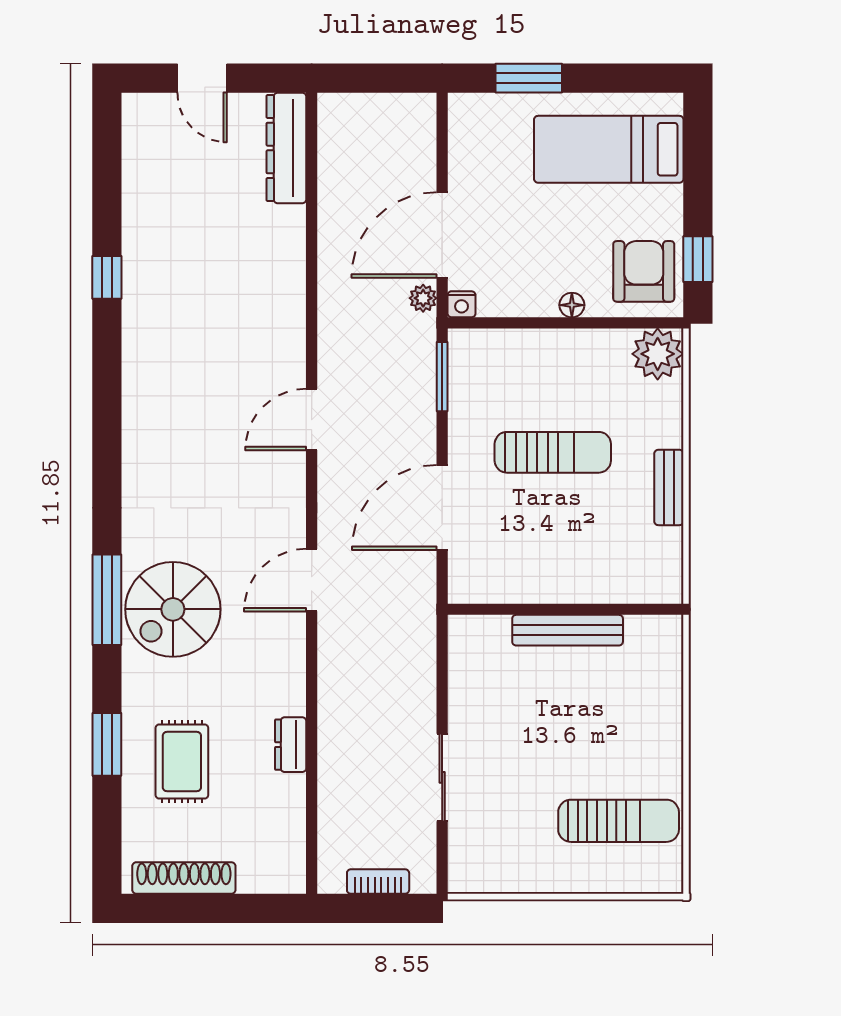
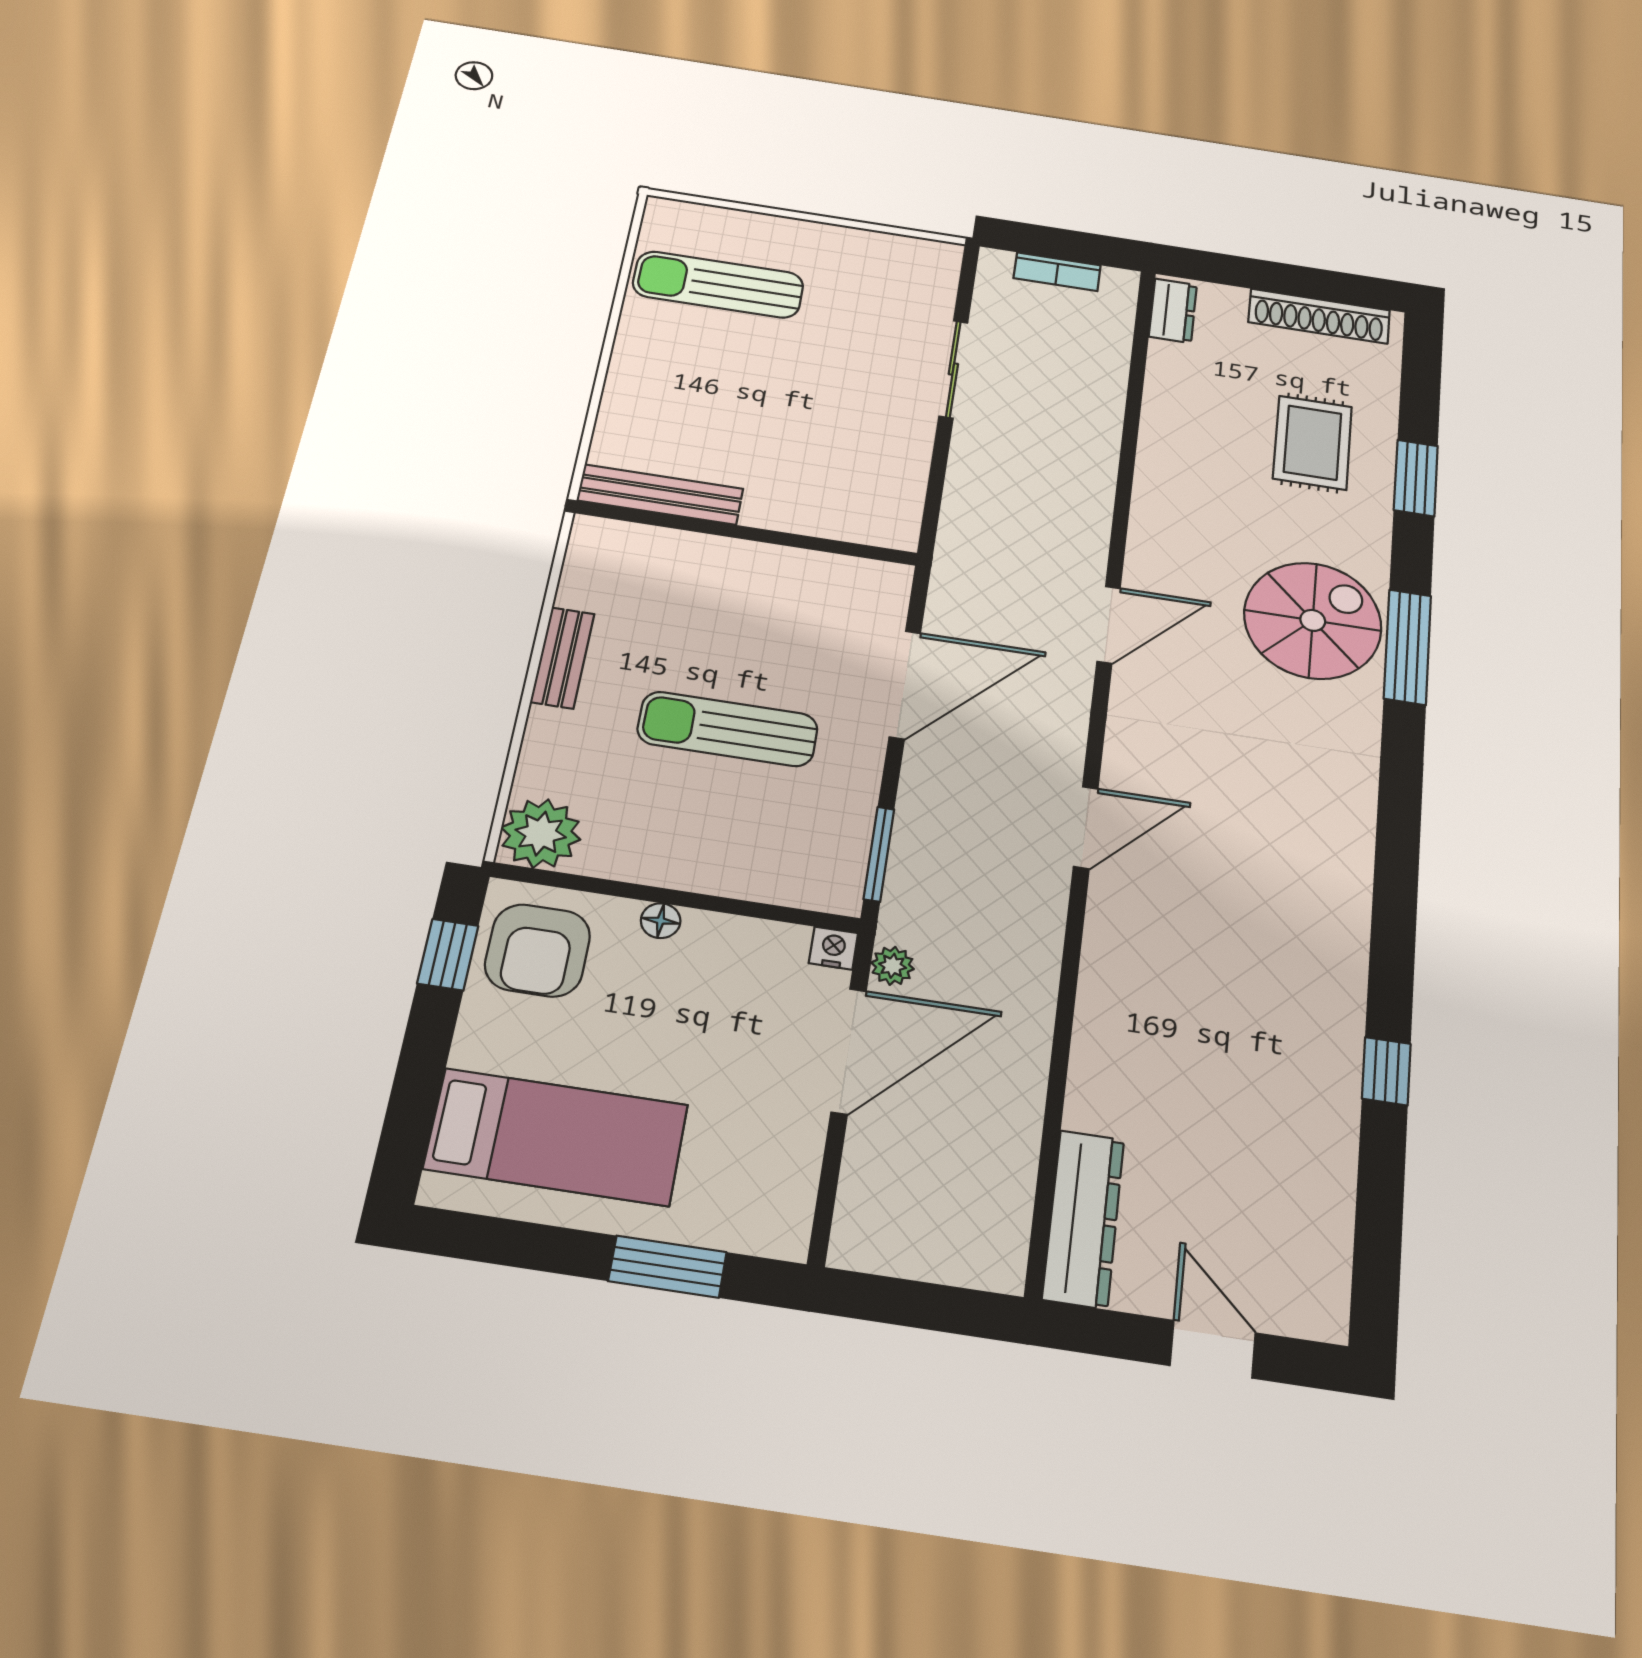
bench: (568, 630) -> (660, 495), moved
dresser: (291, 745) -> (1173, 311), moved

